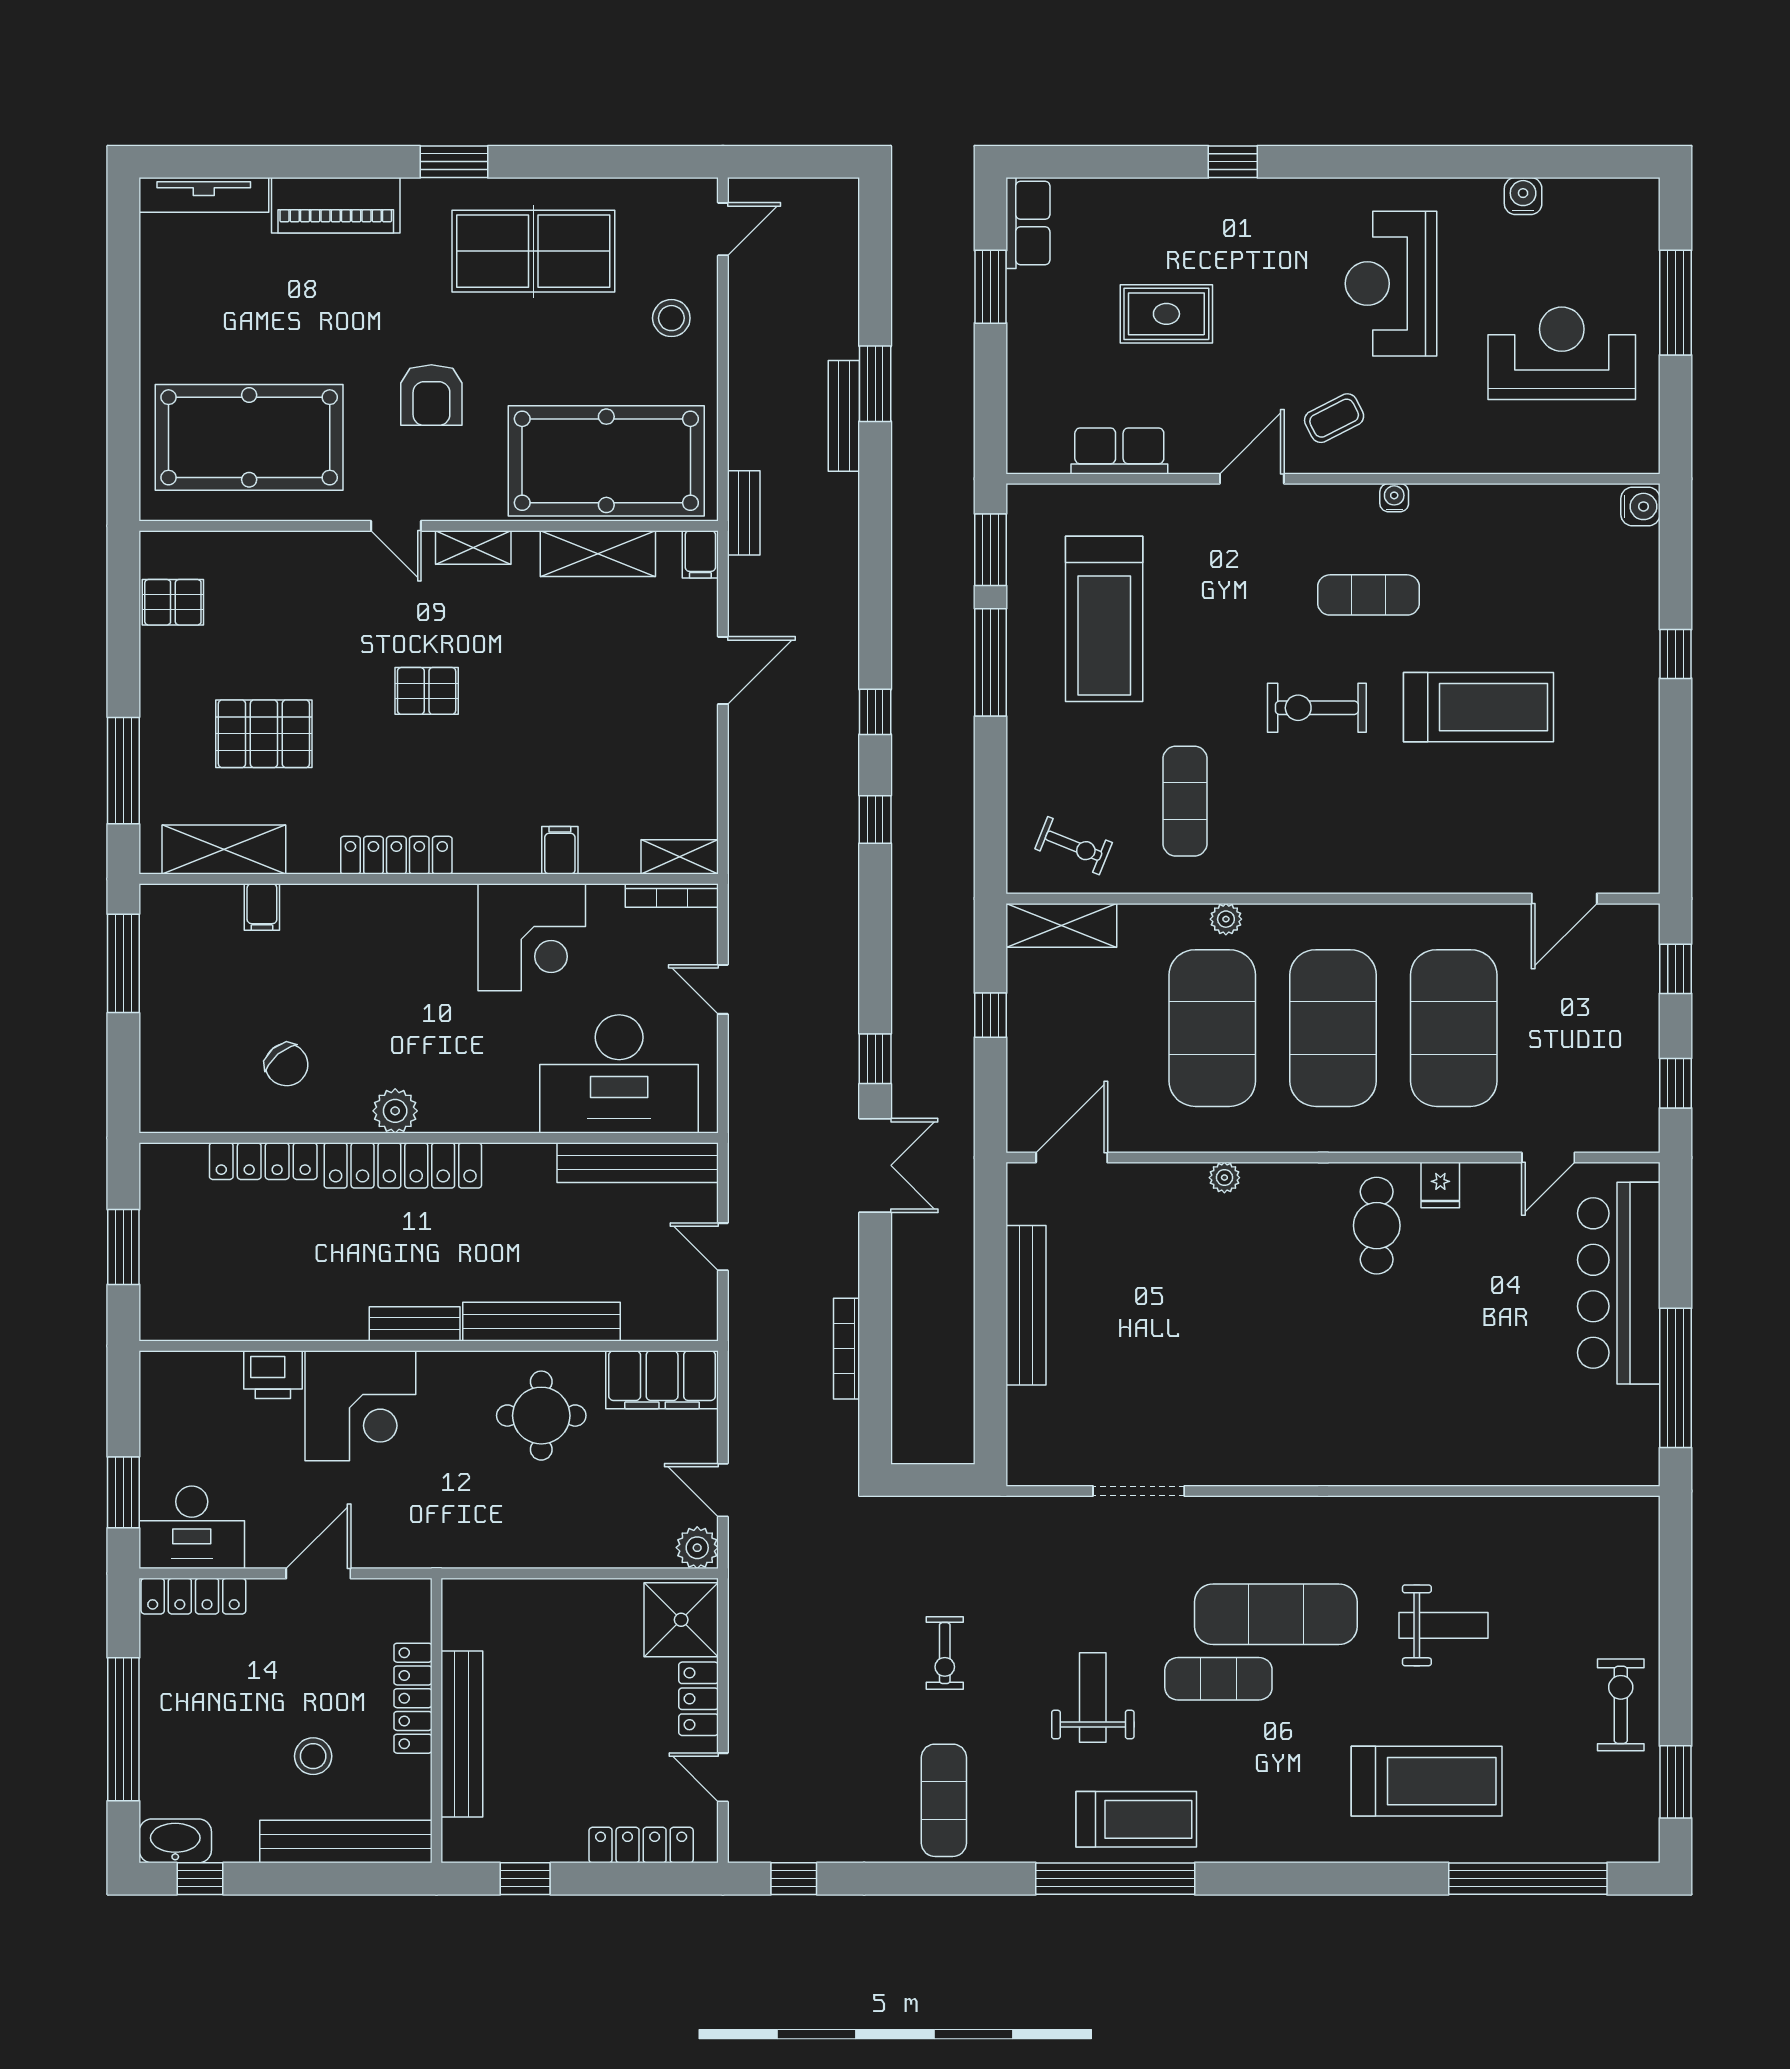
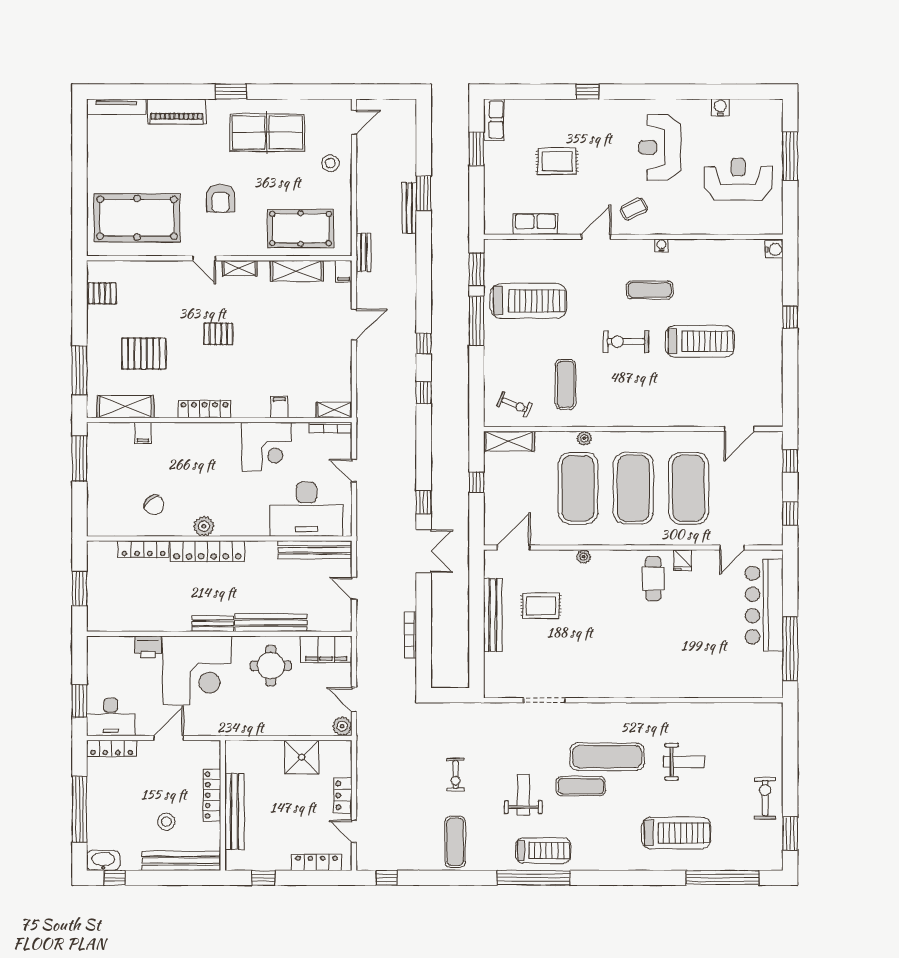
pool table: (606, 461) -> (301, 229), width x0.73, depth x0.76
treadmill: (1104, 619) -> (529, 301), turned -90
rug: (1131, 1285) -> (541, 606), added
corner desk: (360, 1406) -> (197, 670), width x1.36, depth x1.36
shower: (681, 1620) -> (302, 757), moved

